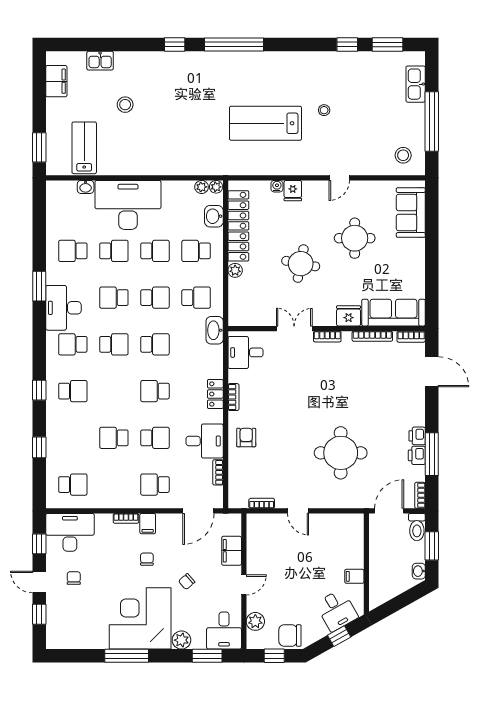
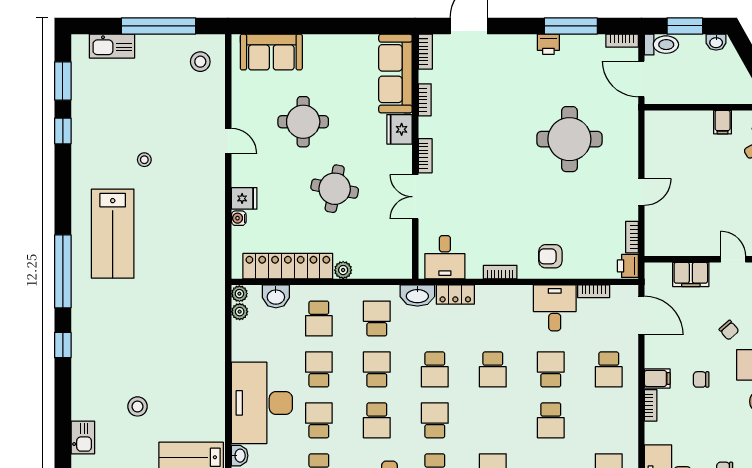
lab bench: (265, 123) -> (113, 234), moved
bookcase: (372, 336) -> (425, 100), width x0.64
school desk: (155, 344) -> (435, 369), turned 180
locker: (215, 394) -> (455, 295), moved
printer: (417, 455) -> (628, 266), moved, turned 90

